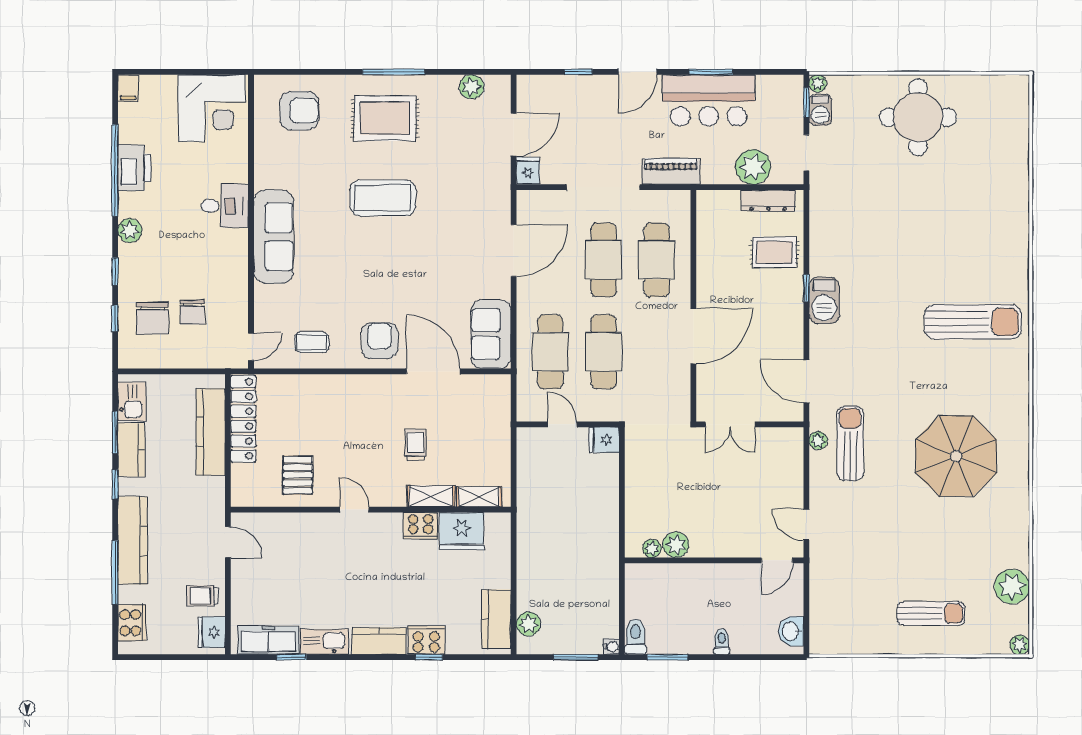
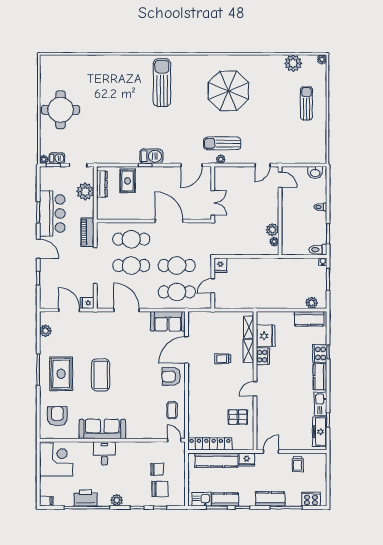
sofa: (274, 237) -> (102, 429), moved
kitchen counter: (133, 540) -> (270, 499), width x0.67
fridge: (212, 632) -> (247, 460), moved

